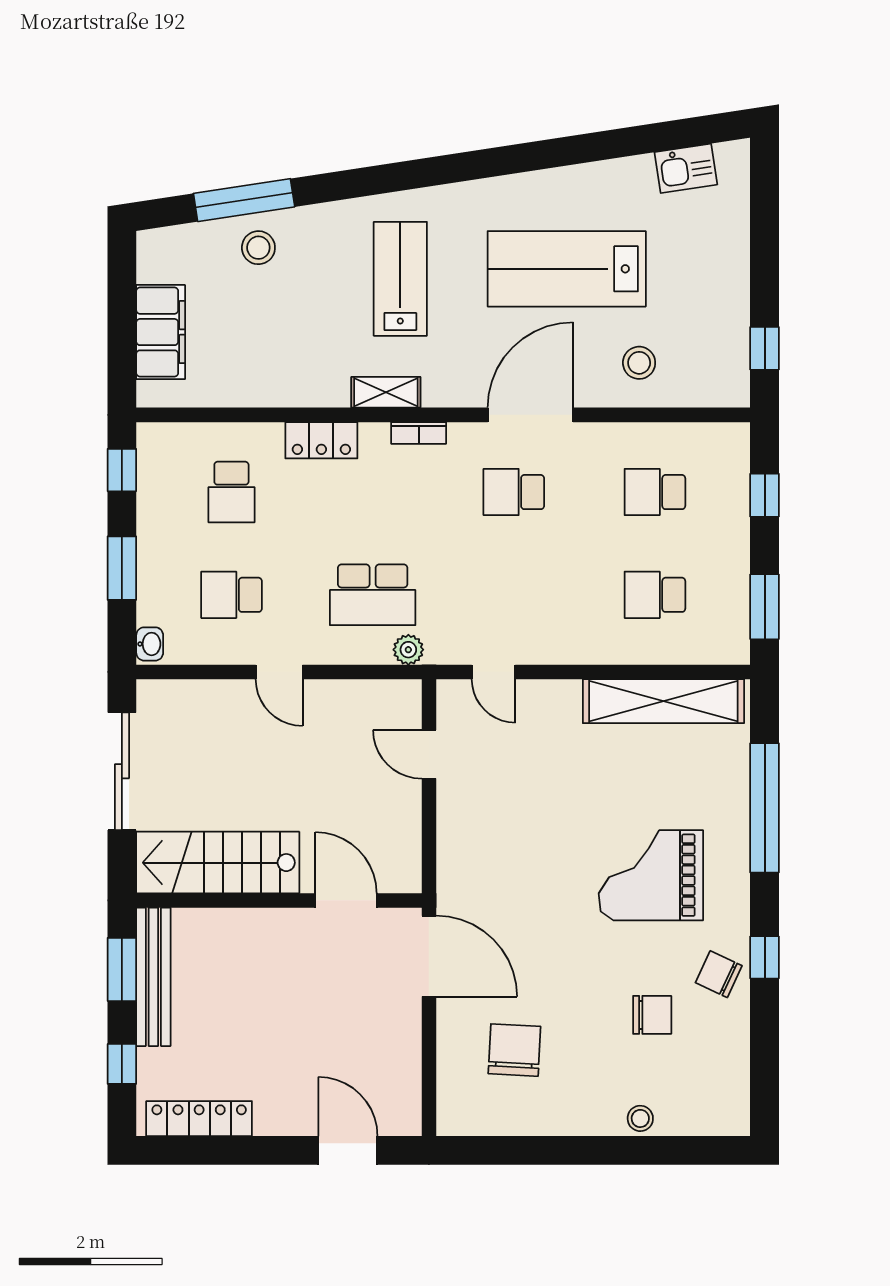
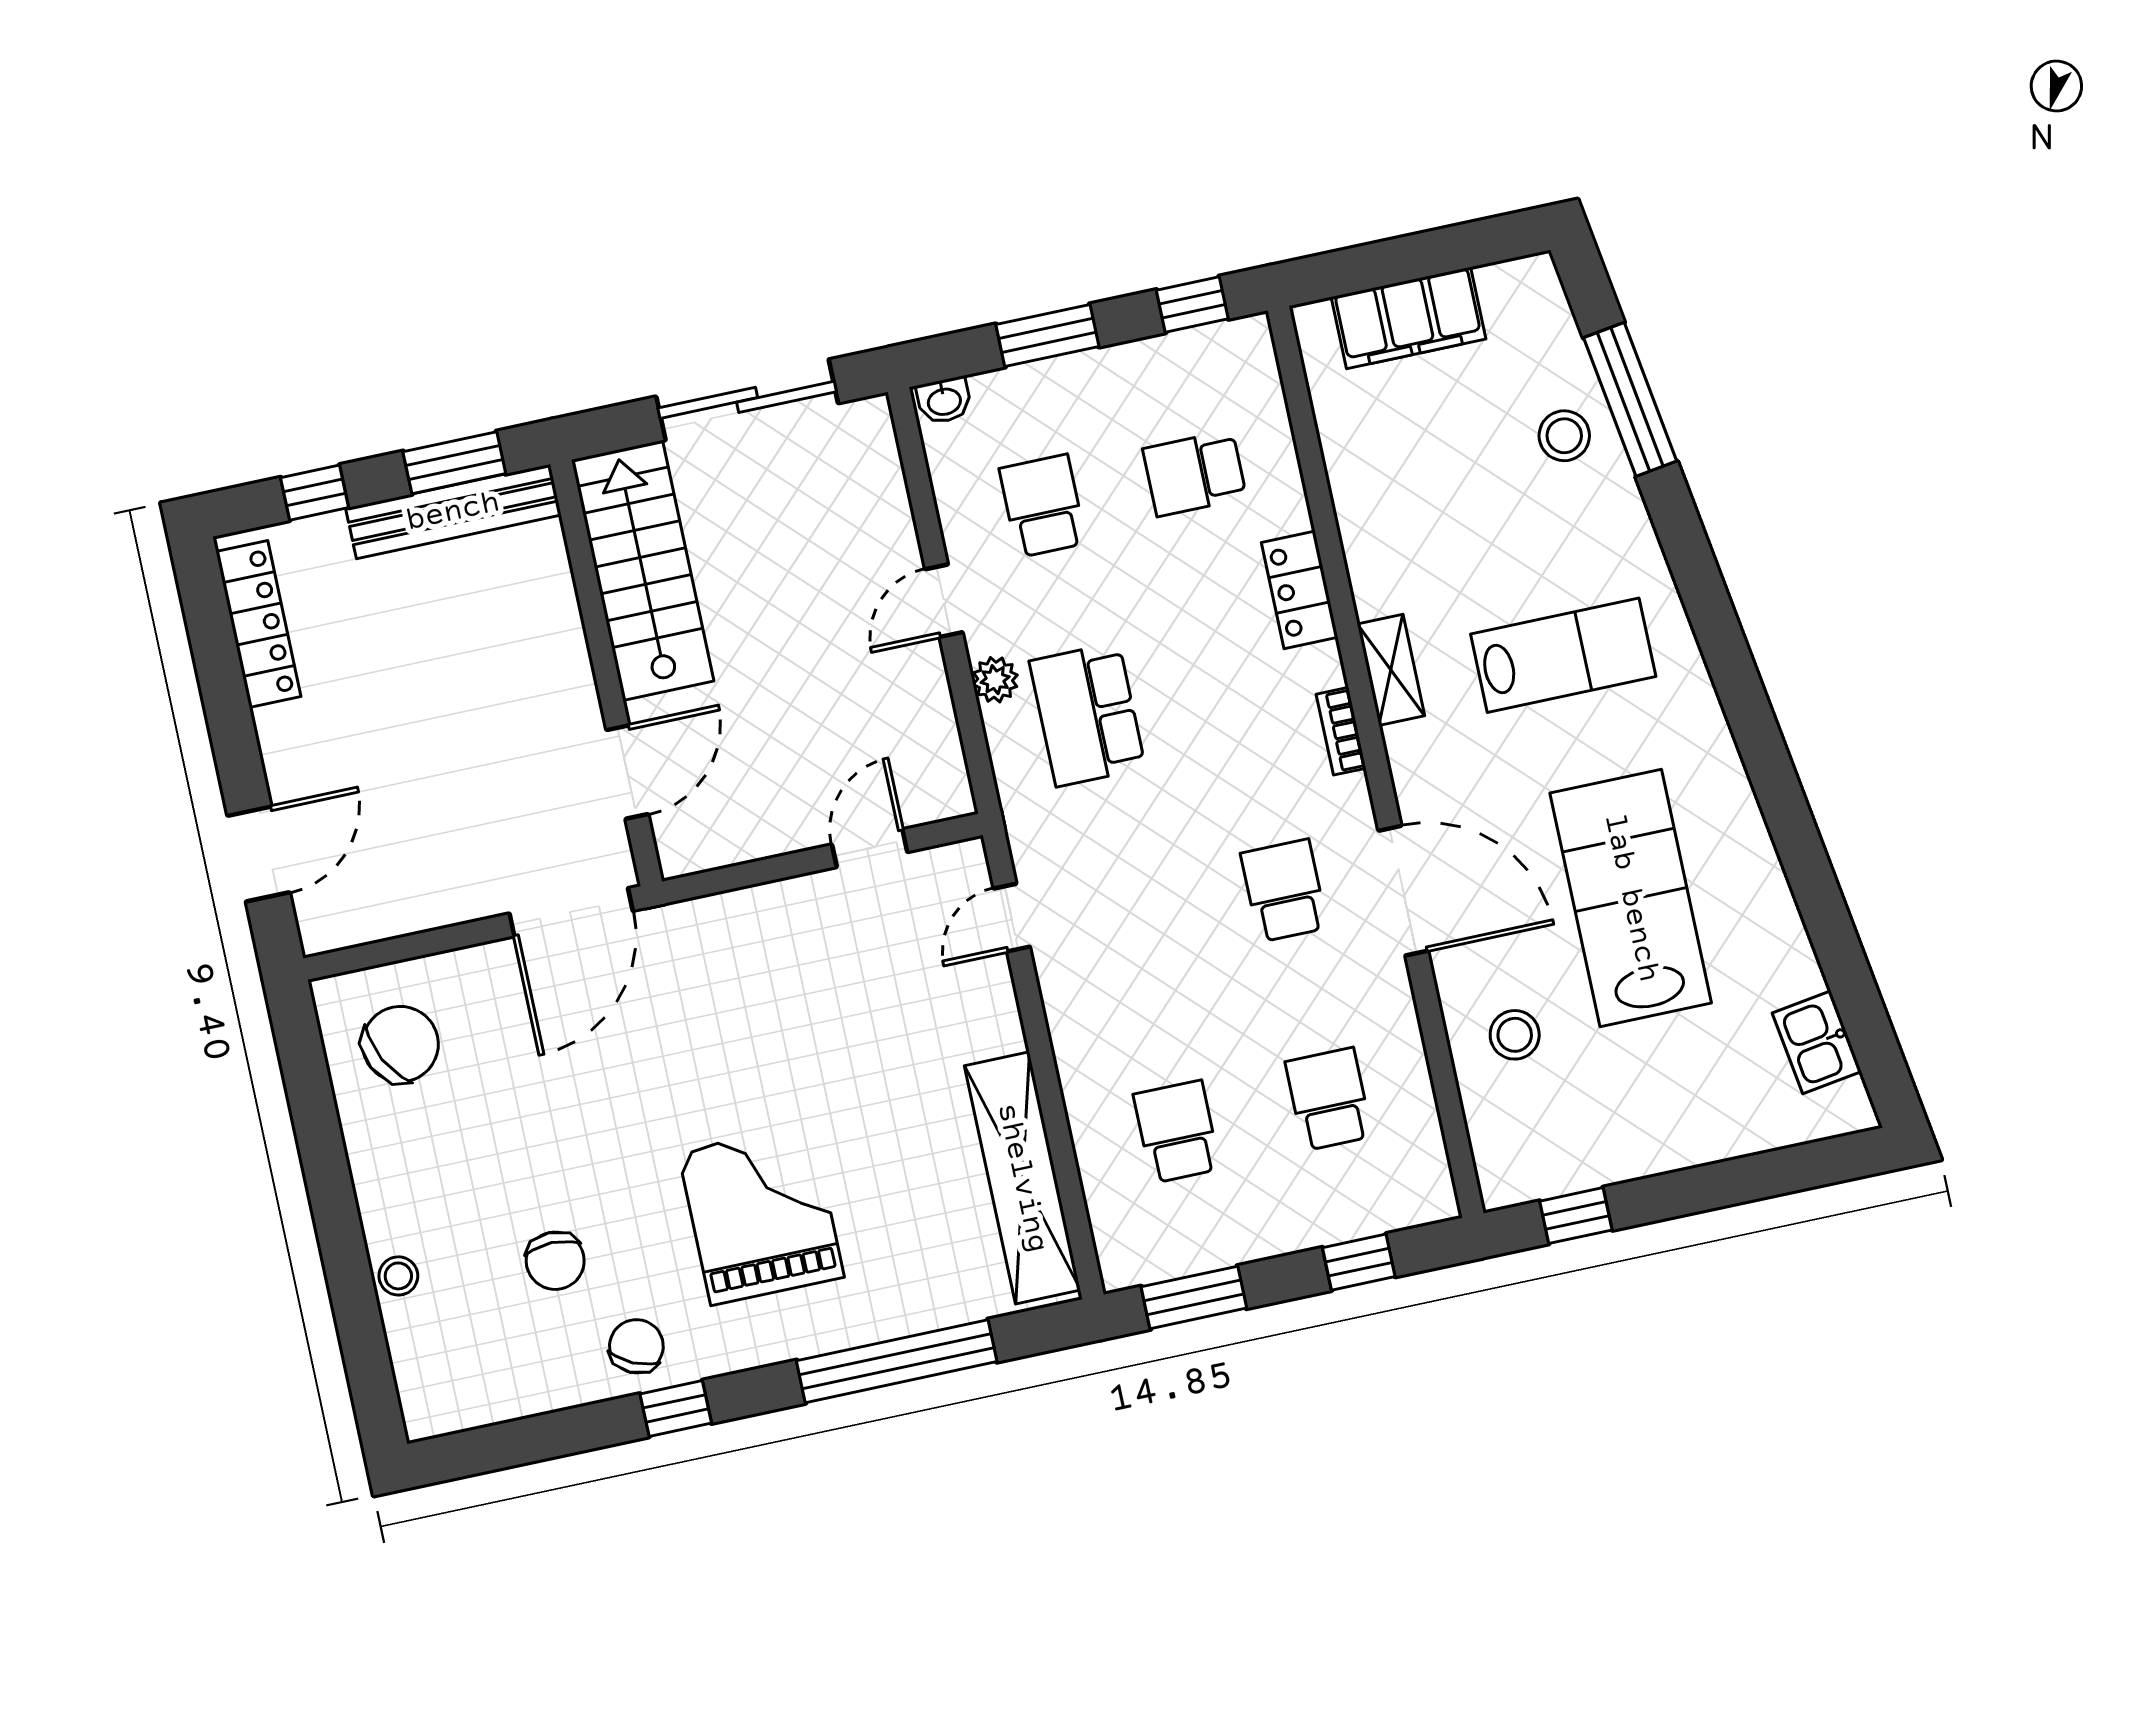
plant: (408, 650) -> (995, 680), moved
chair: (514, 1050) -> (400, 1044), moved, turned -30

